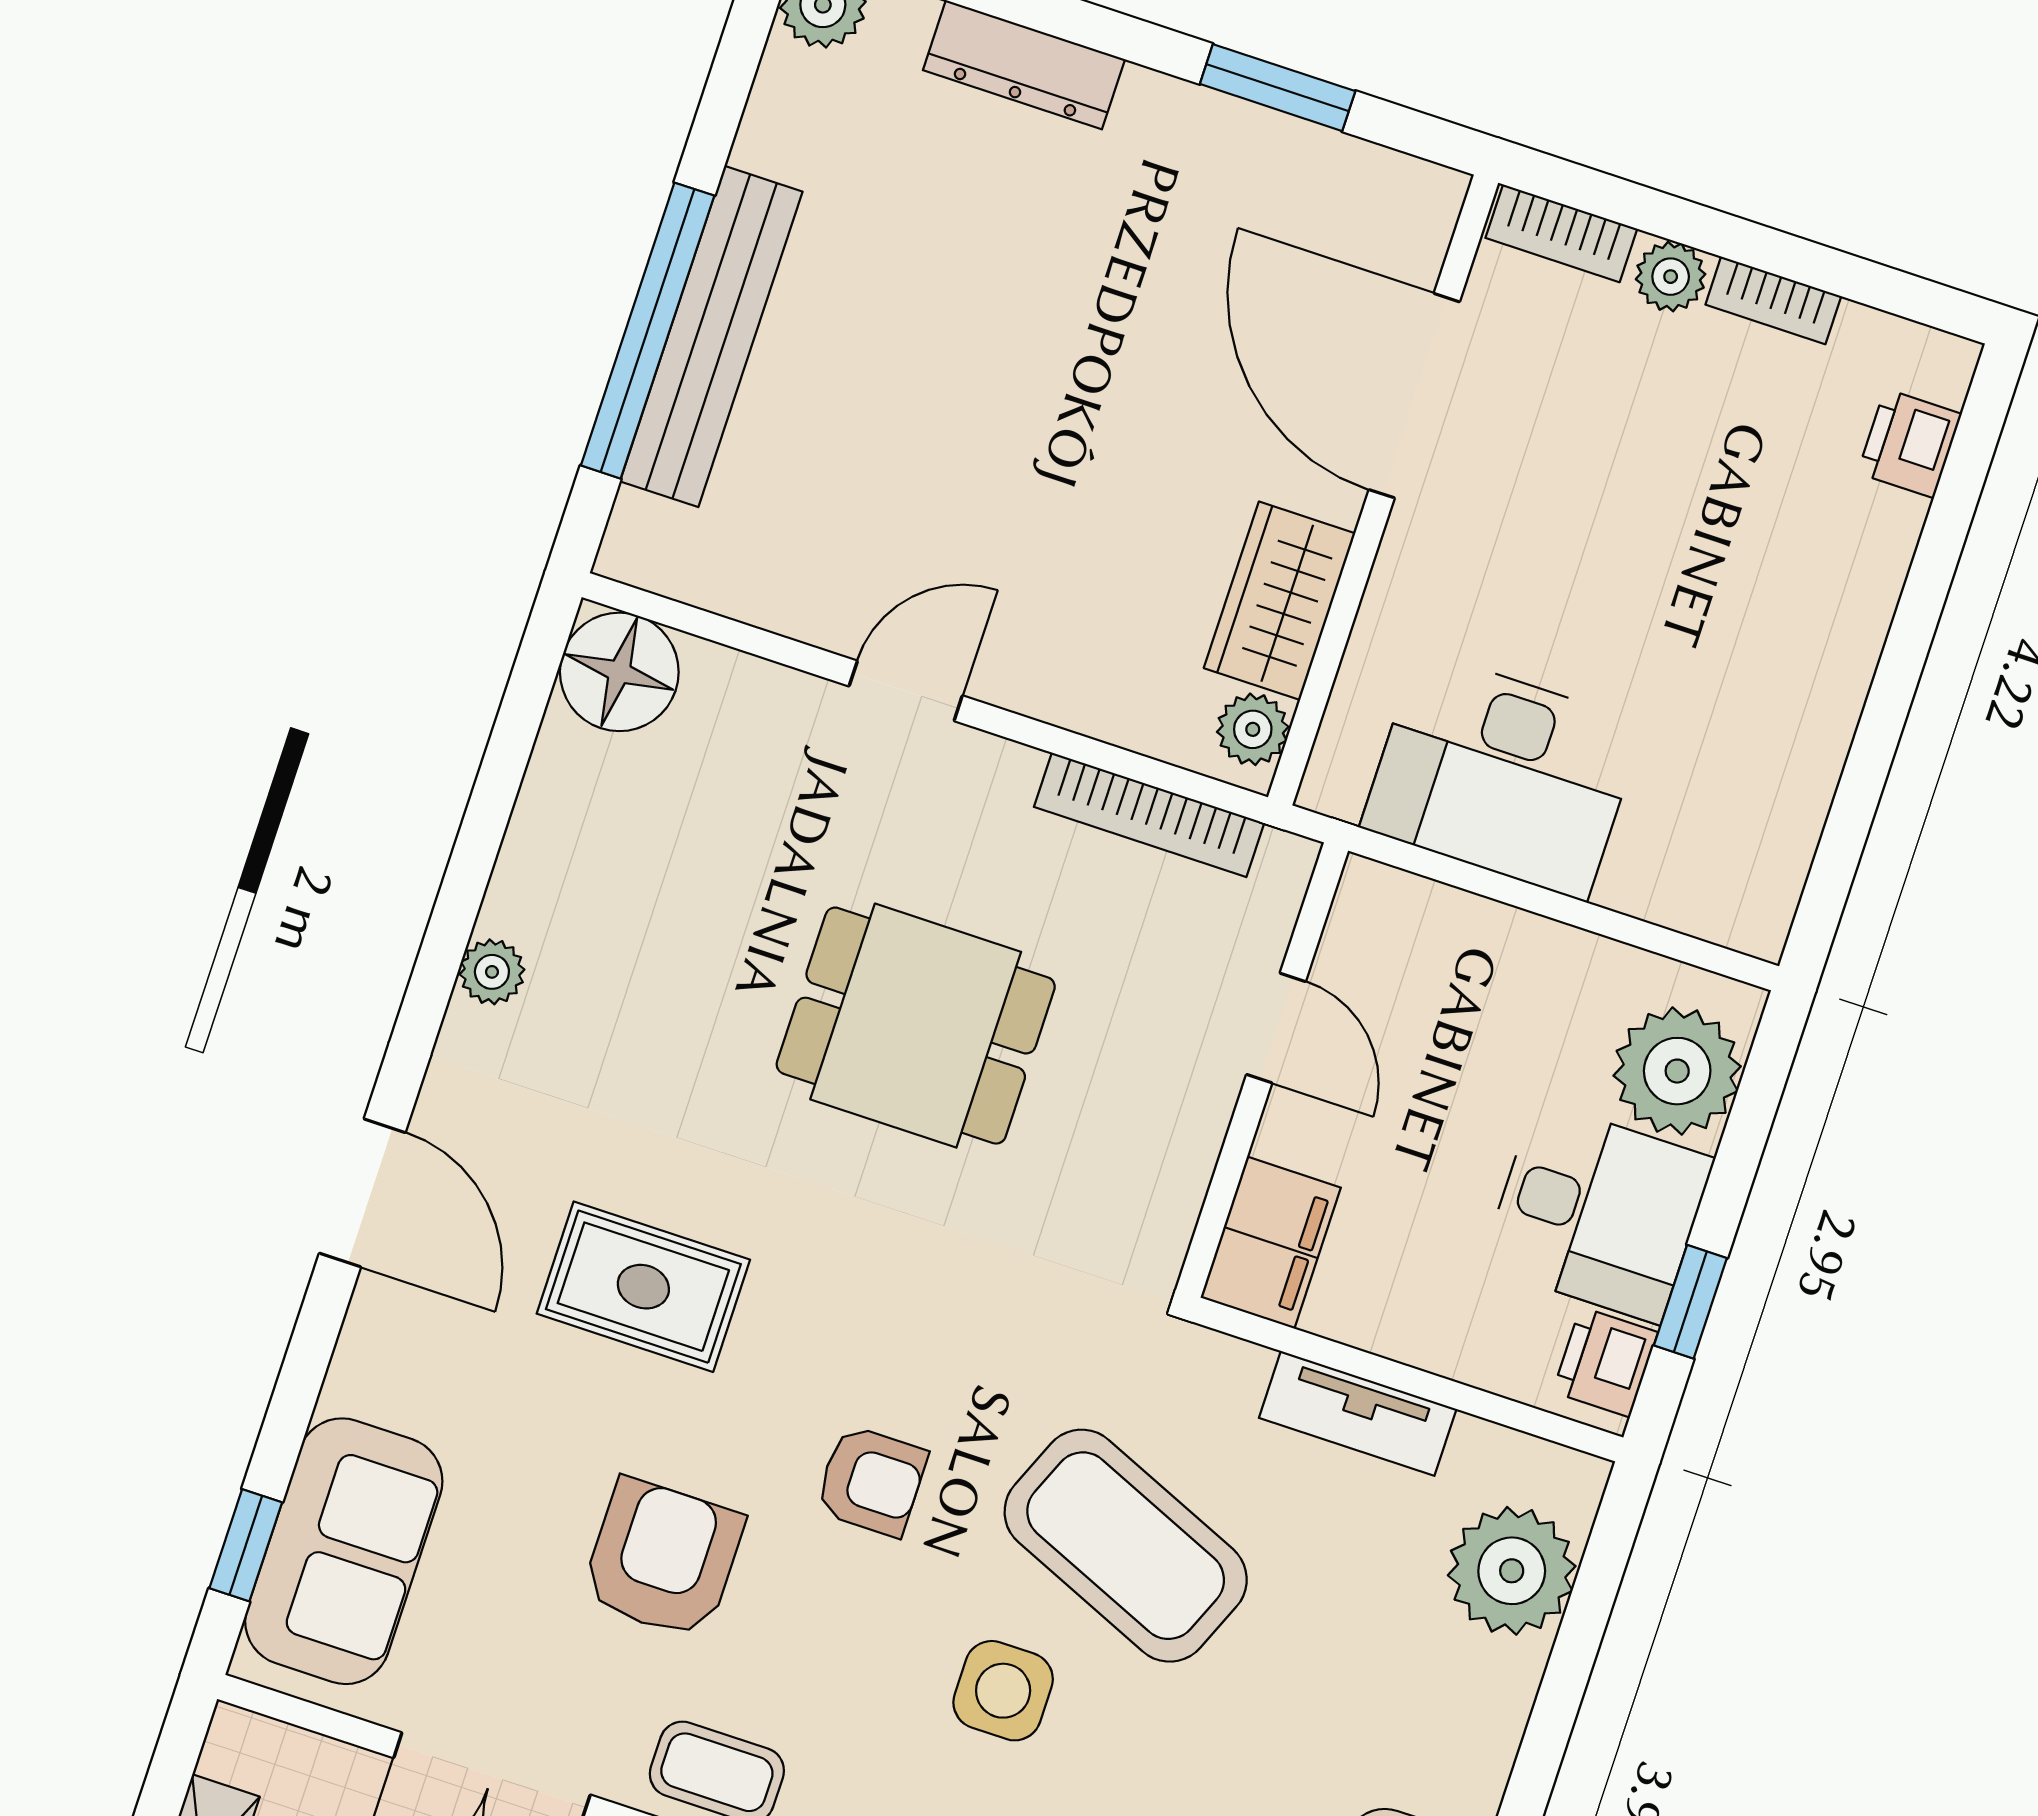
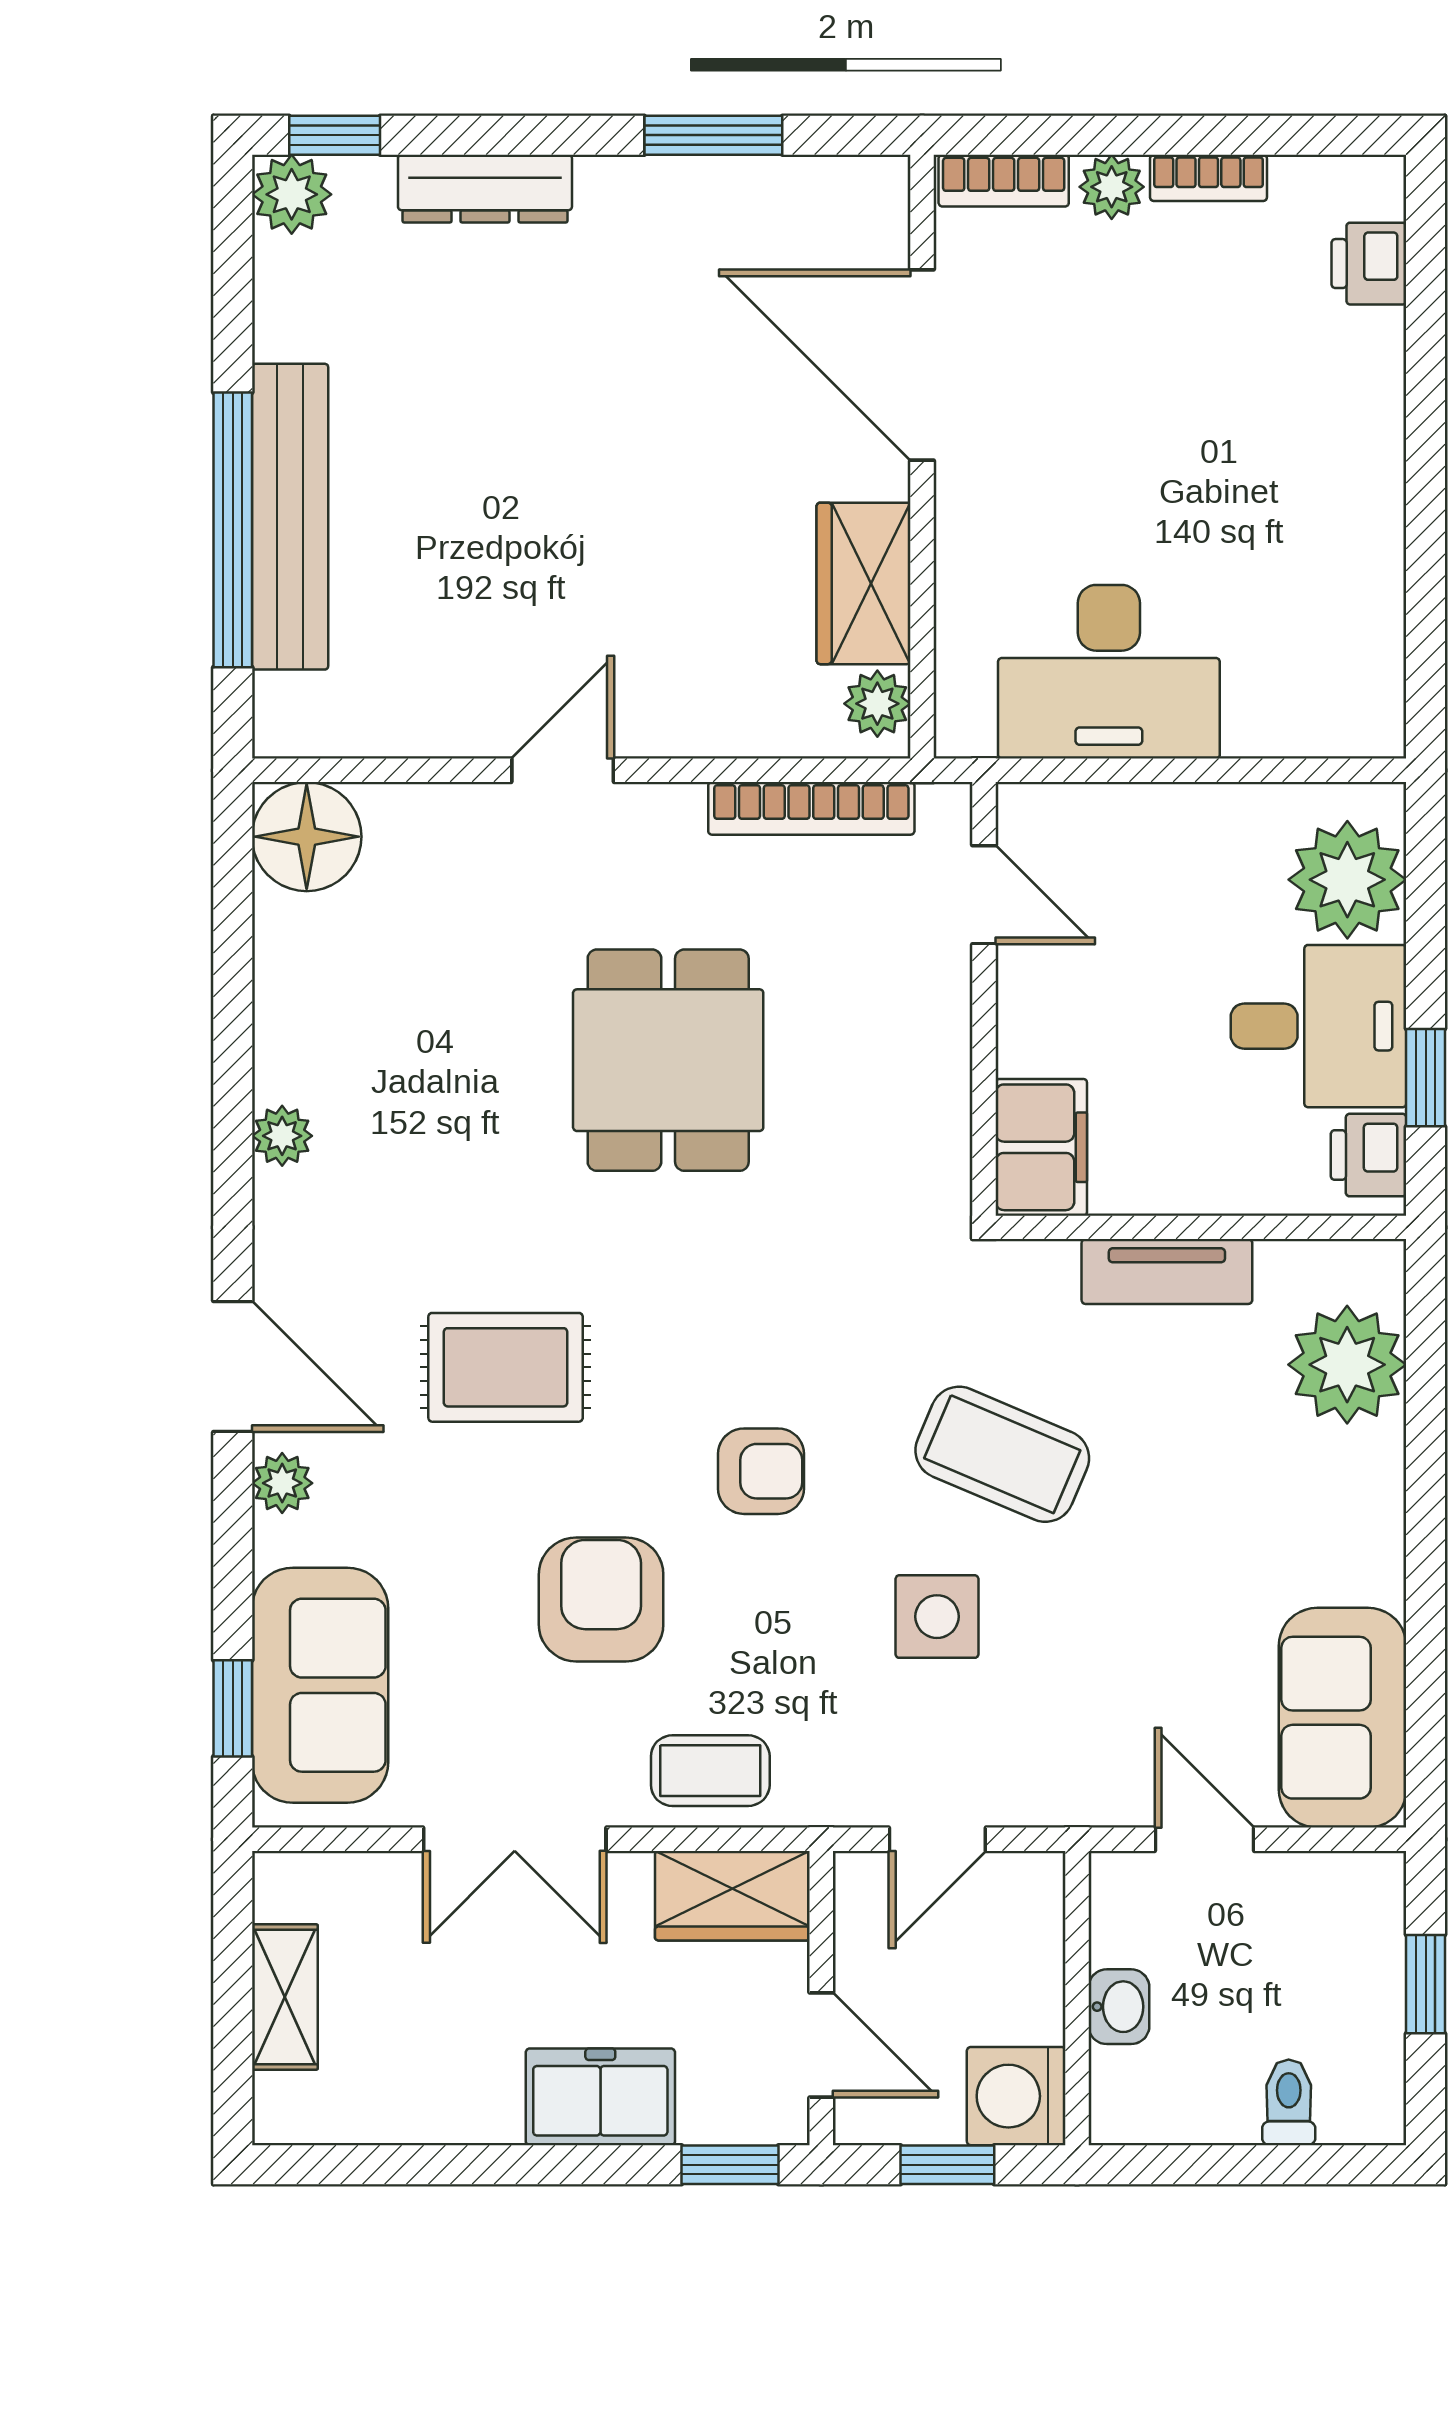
dining table: (916, 1026) -> (668, 1060), turned 90
door: (1276, 1028) -> (984, 895), moved
plant: (374, 1330) -> (282, 1483), added
coffee table: (1126, 1546) -> (1002, 1454), width x0.73, depth x0.76

